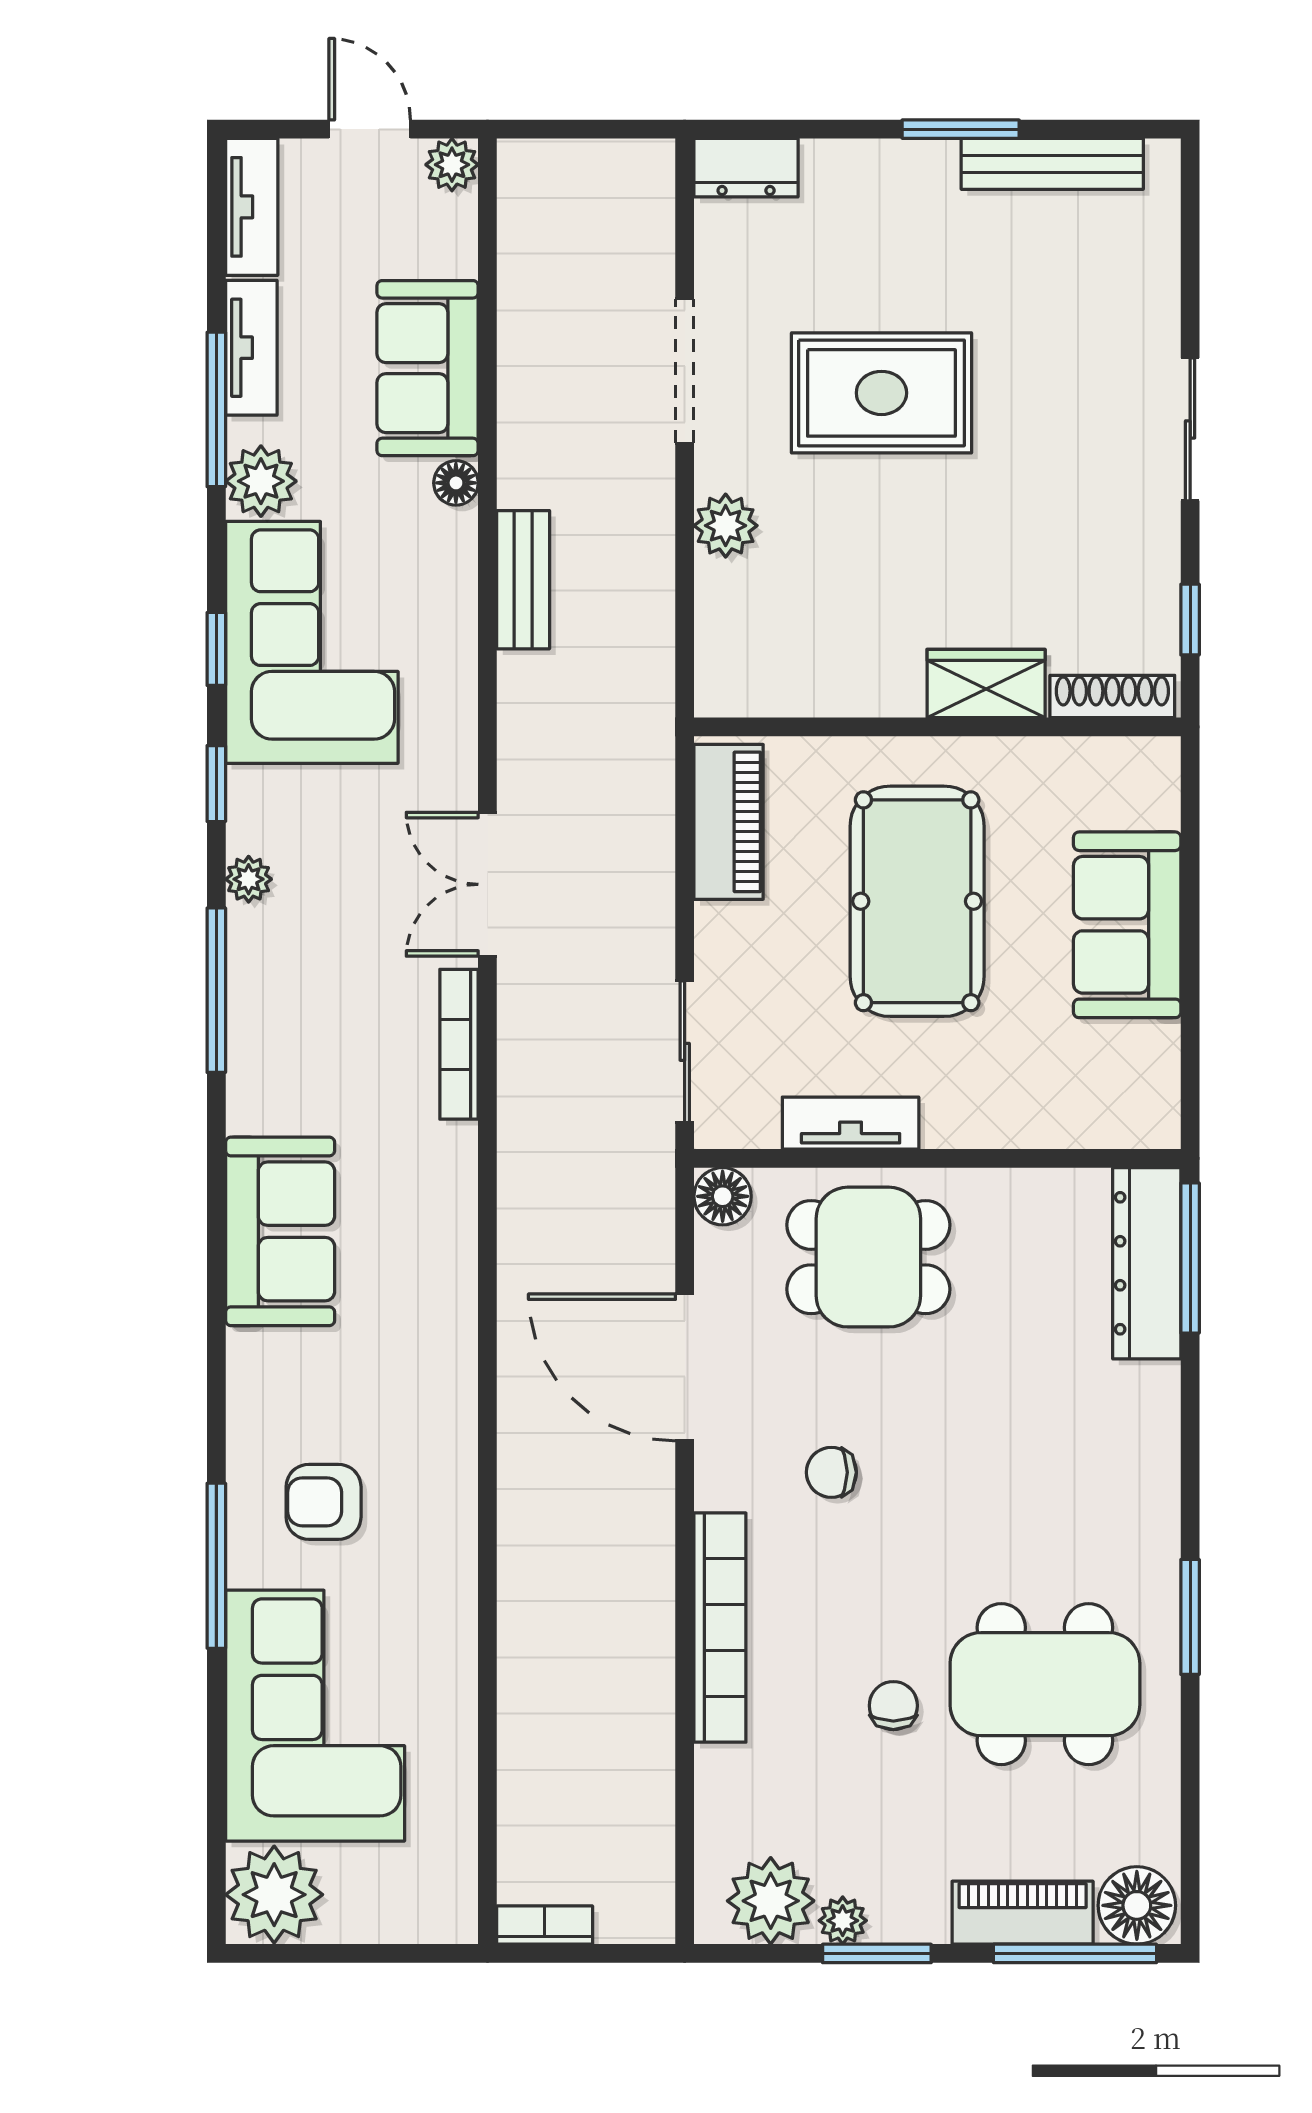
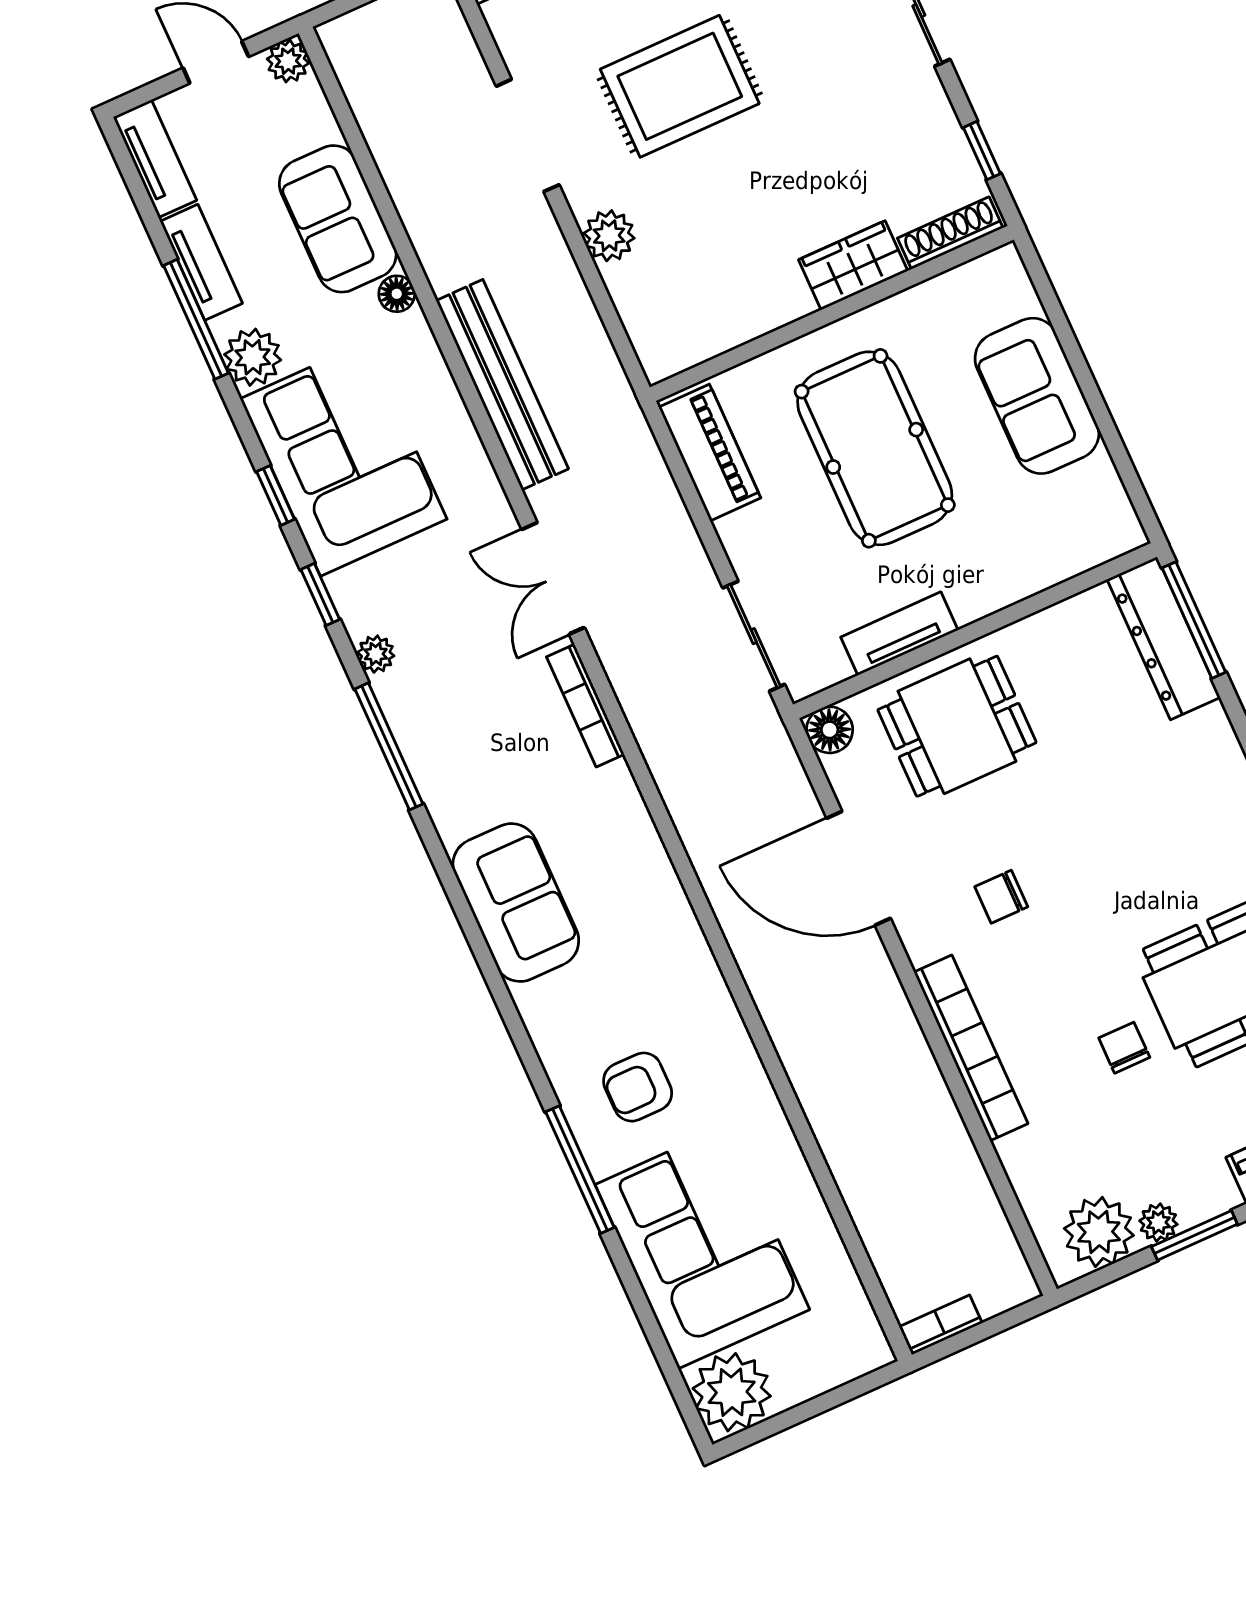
bench: (523, 580) -> (502, 385), width x1.86, depth x1.21

